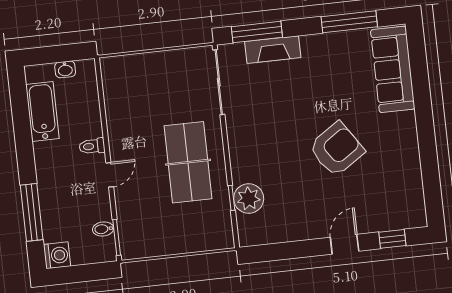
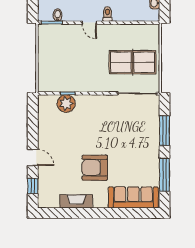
window: (257, 32) -> (164, 131), moved
fireplace: (273, 50) -> (76, 201), moved, turned 90
armchair: (337, 149) -> (95, 168), moved, turned 124
table tennis table: (188, 162) -> (133, 62), moved

